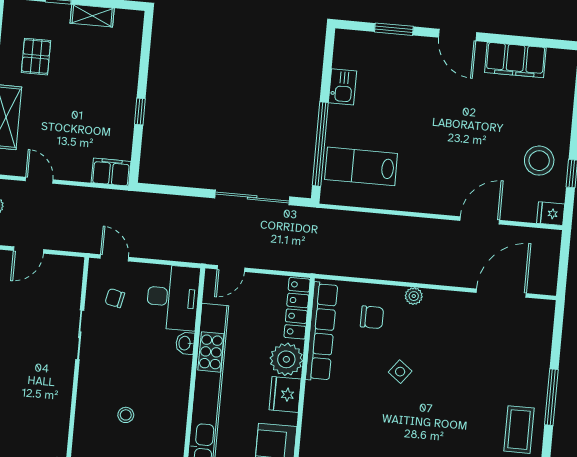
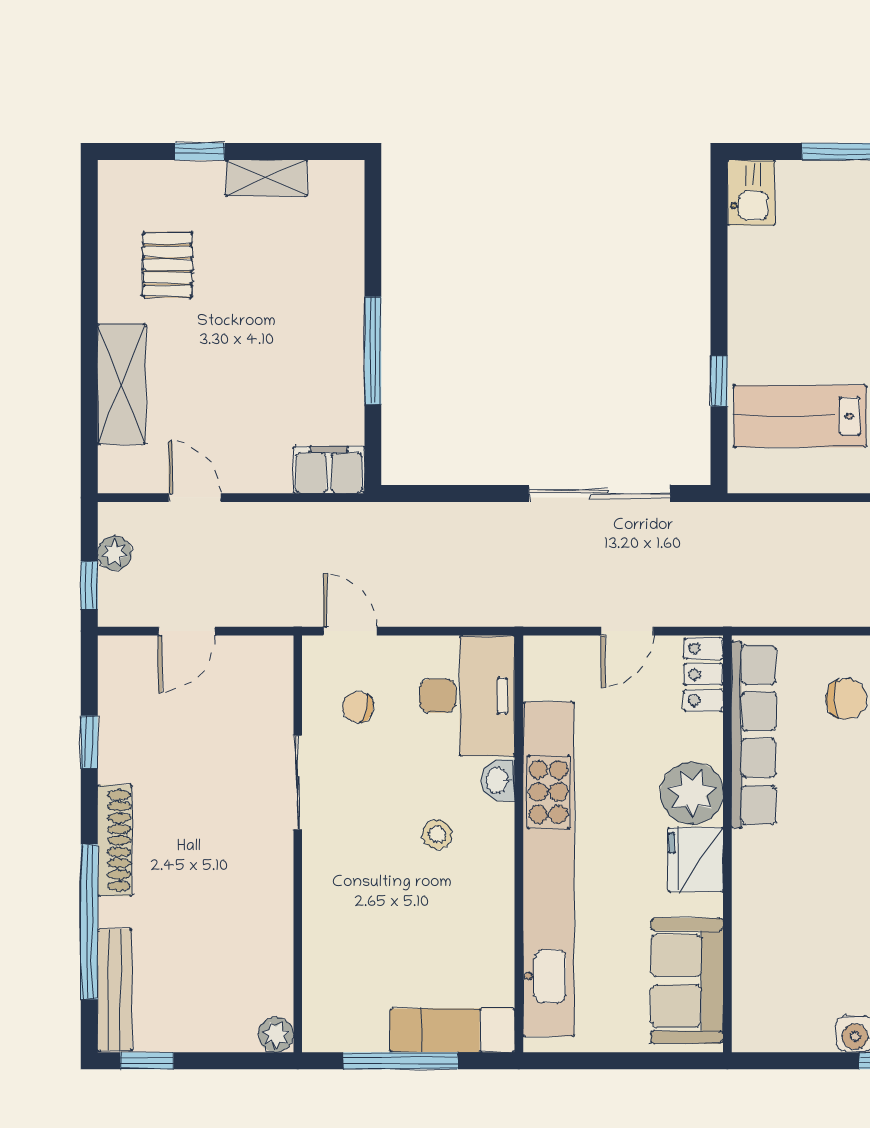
kitchen sink: (342, 87) -> (751, 193), moved
window: (140, 111) -> (373, 350), width x2.17
window: (320, 144) -> (719, 381), width x0.32
door: (231, 268) -> (627, 631), moved
locker: (297, 308) -> (703, 674), width x0.66
stool: (126, 415) -> (437, 834), moved

